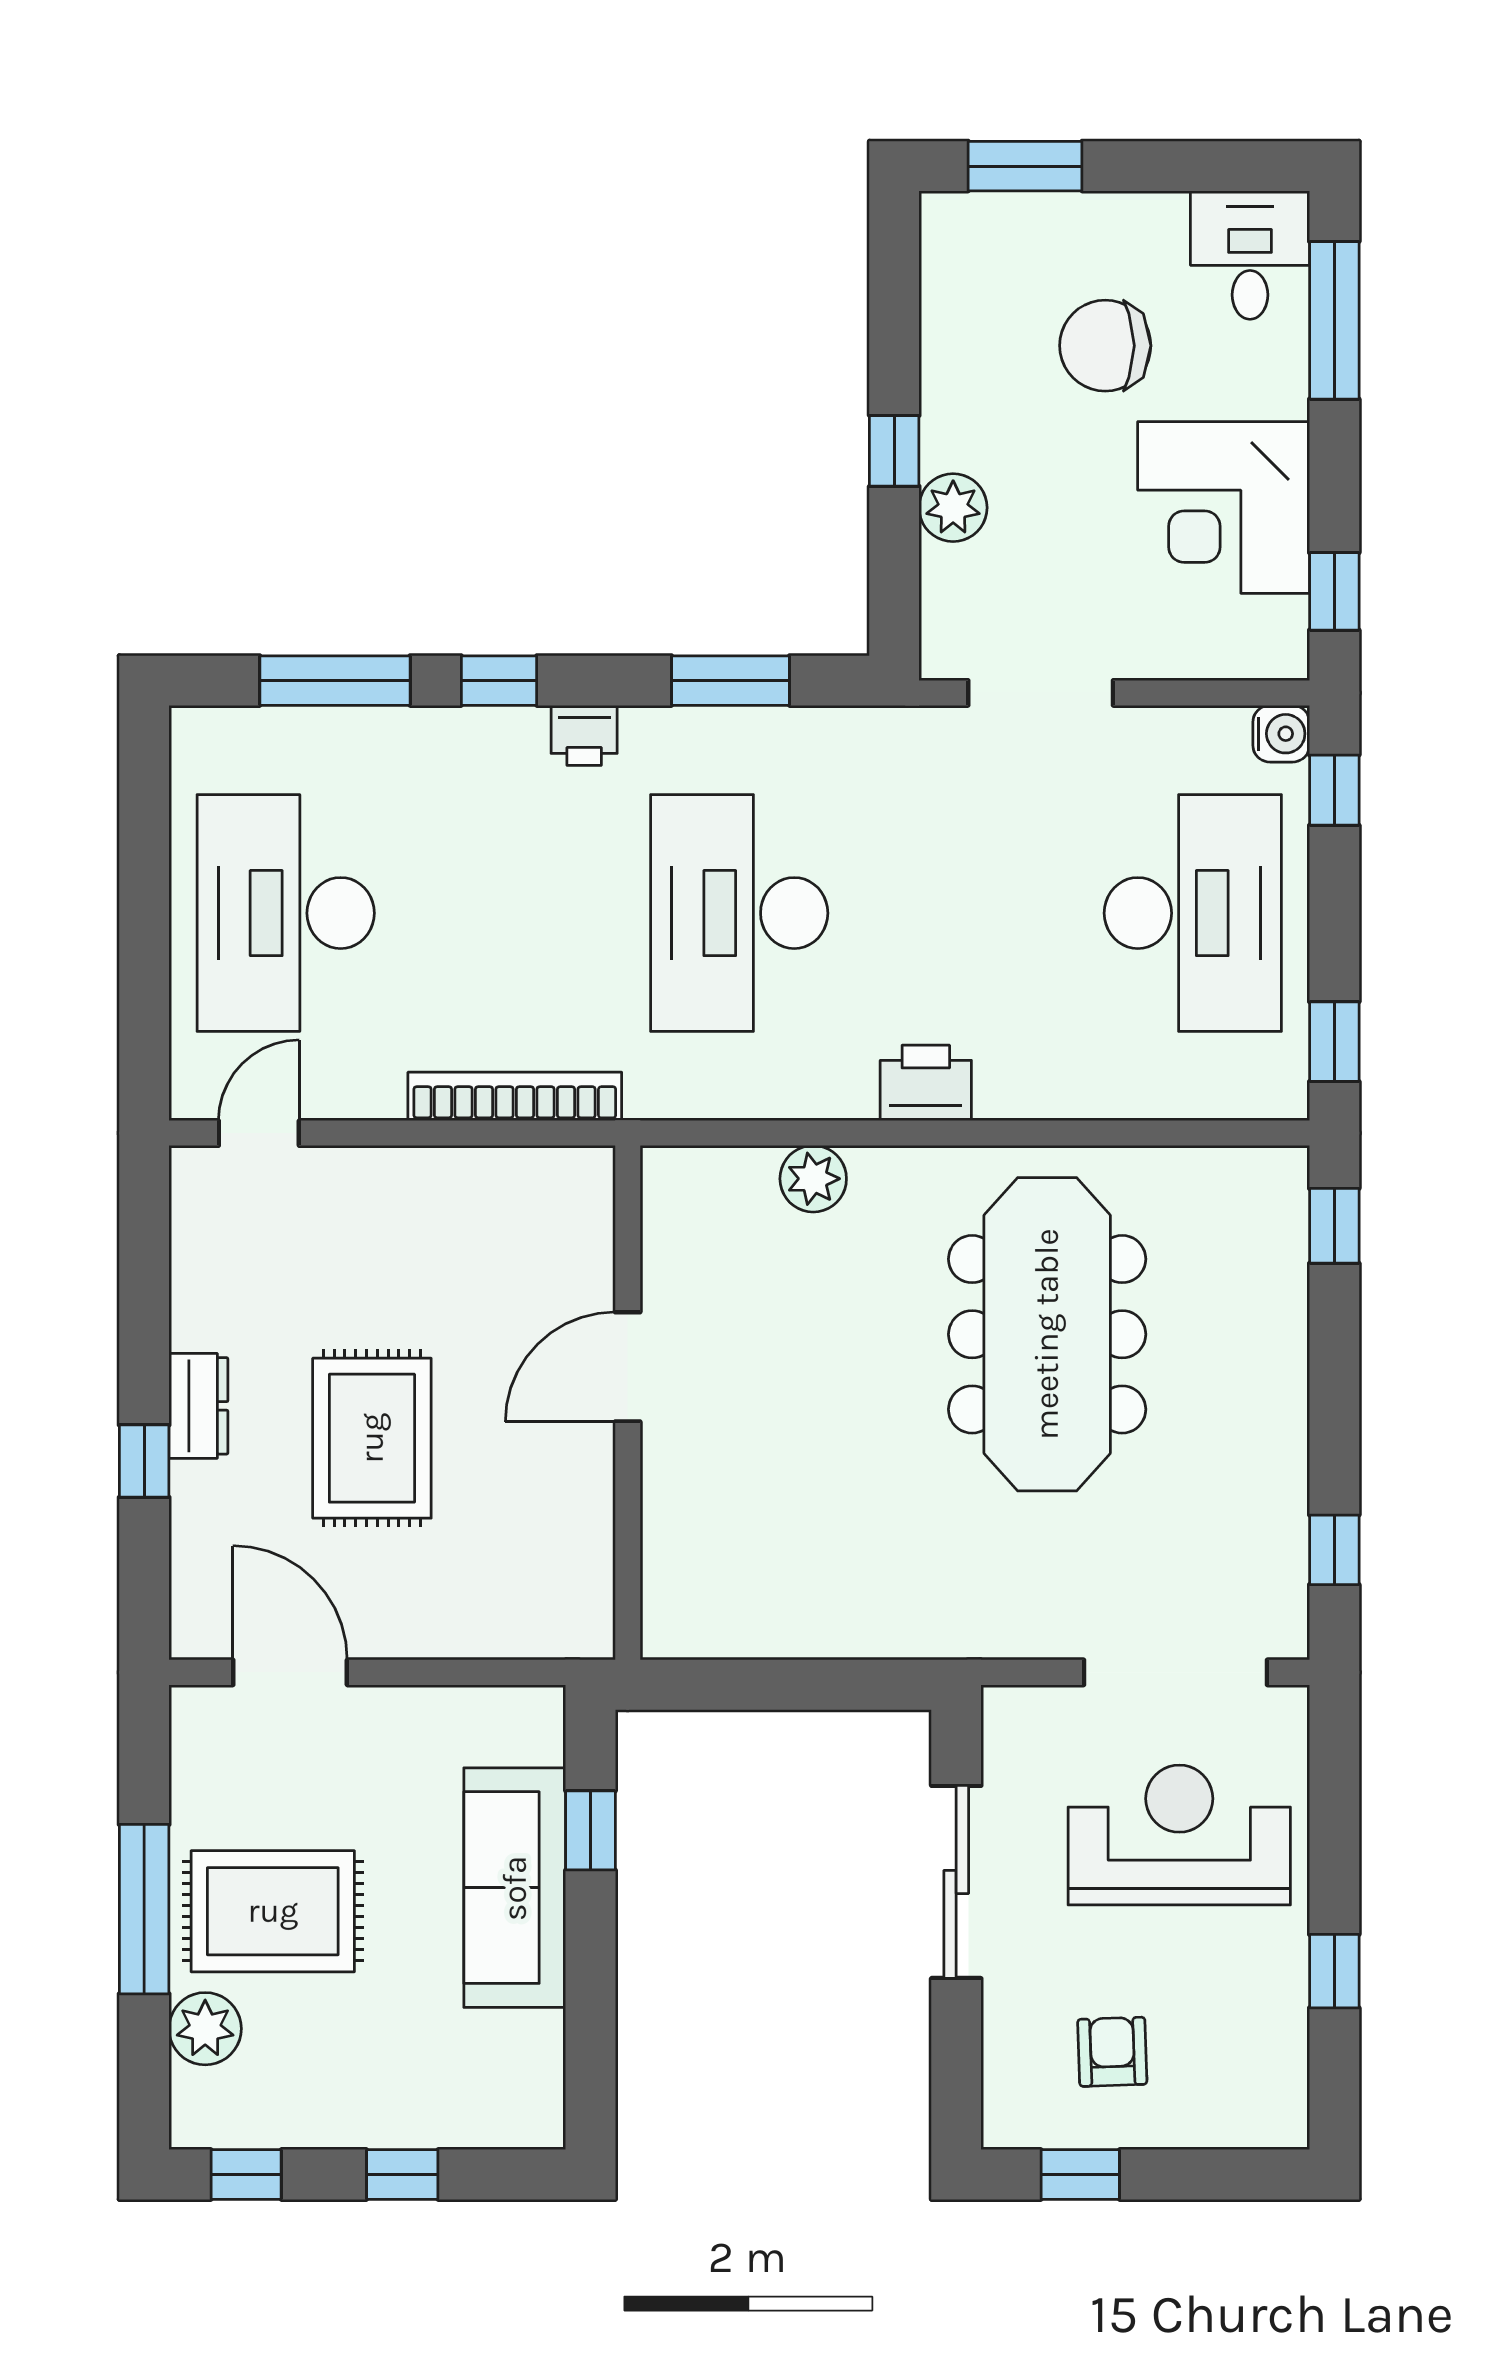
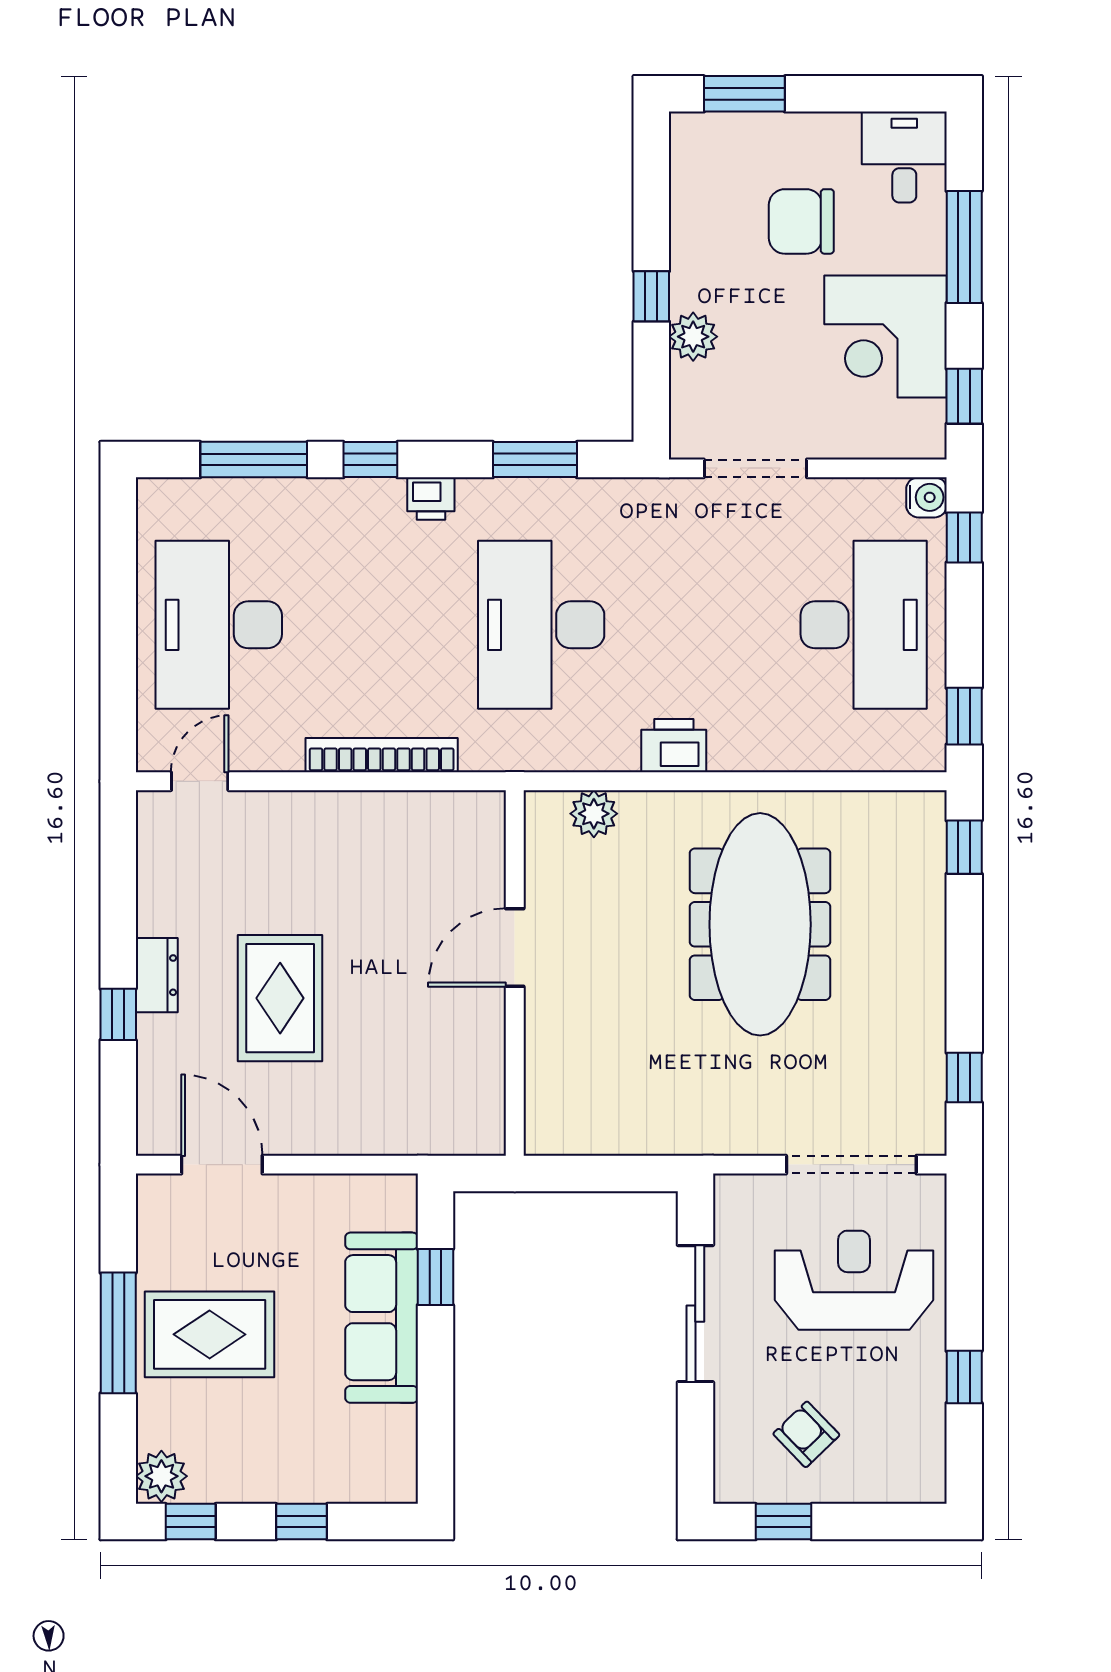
window: (1334, 320) -> (964, 247), moved
door: (628, 1367) -> (515, 947), moved
wall: (628, 1403) -> (515, 973), moved
plant: (205, 2029) -> (161, 1476), moved
armchair: (1112, 2052) -> (806, 1434), turned -42

